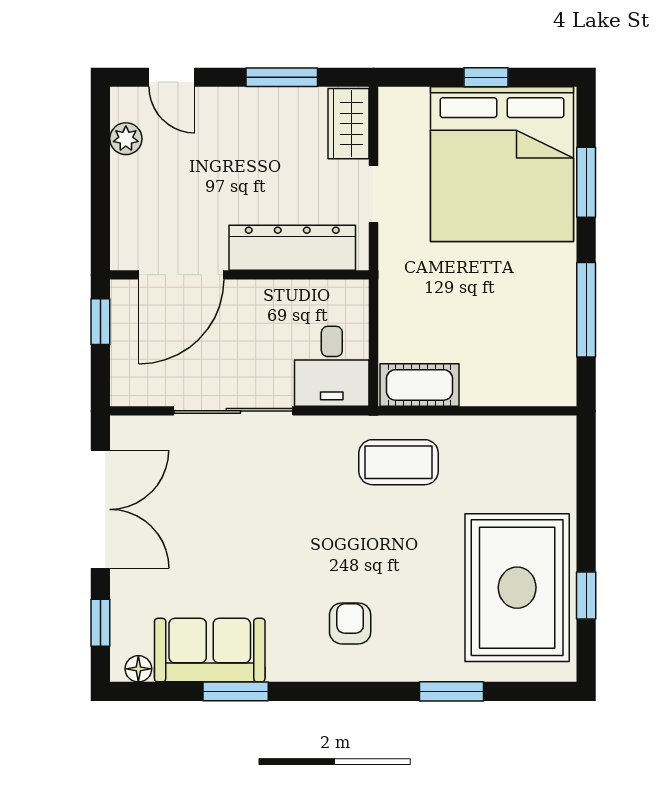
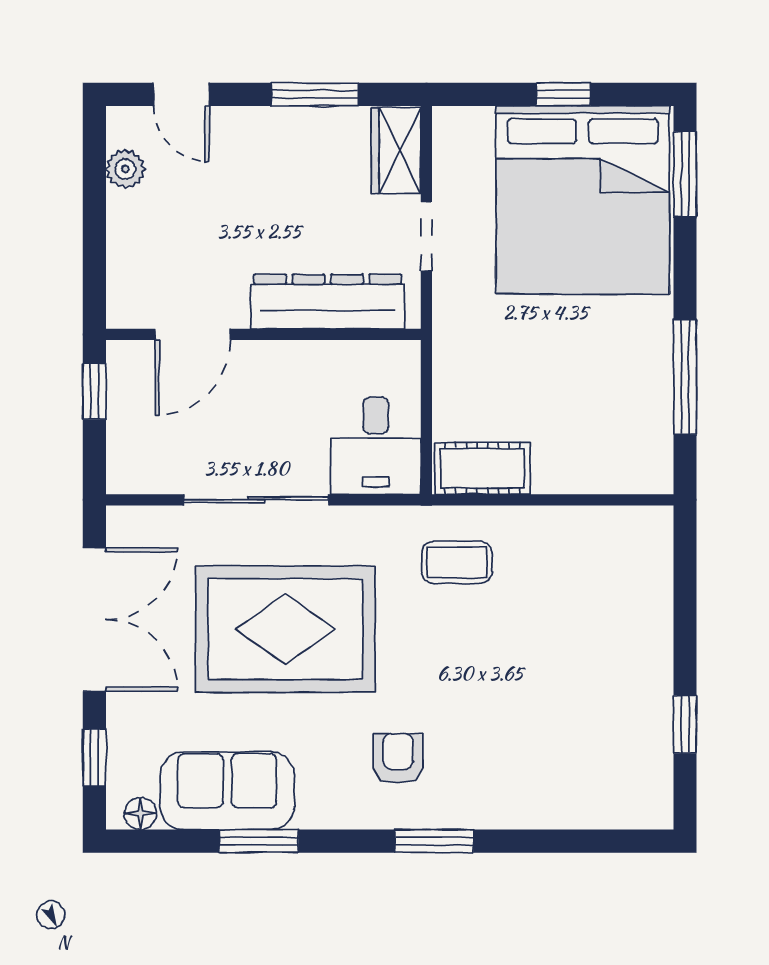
window: (586, 182) -> (685, 174), moved
door: (181, 275) -> (193, 334), width x0.73
coffee table: (399, 462) -> (457, 562), width x0.73, depth x0.77
rug: (517, 588) -> (285, 629), moved, turned 90
window: (451, 691) -> (434, 841), moved

